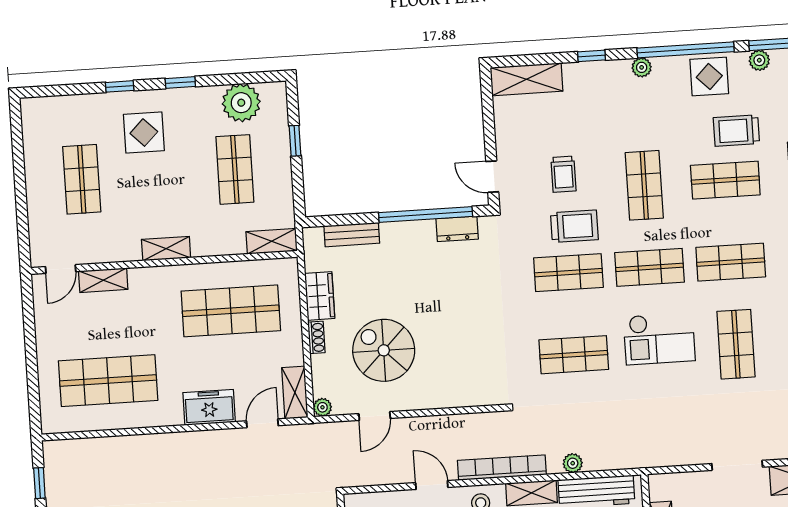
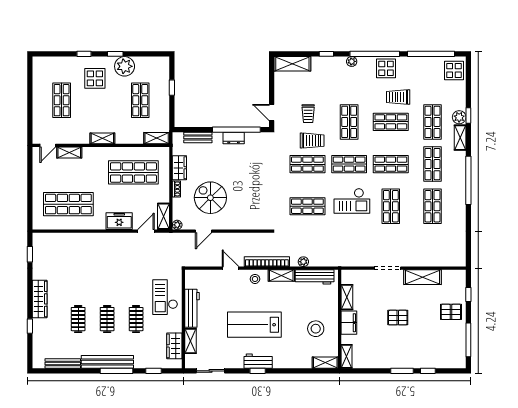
plant: (759, 60) -> (412, 62), removed
plant: (241, 103) -> (125, 66), moved
dresser: (457, 229) -> (234, 138), moved

